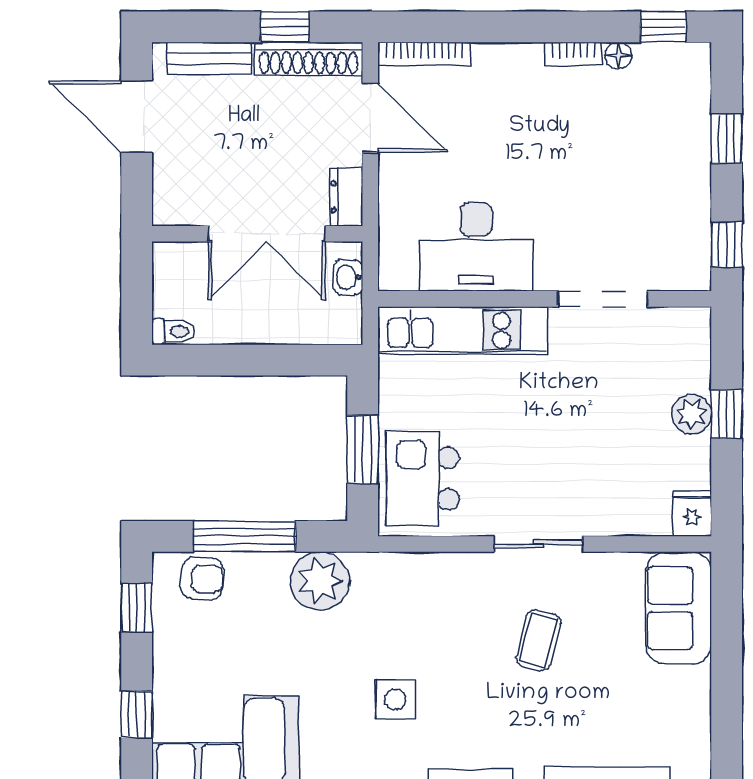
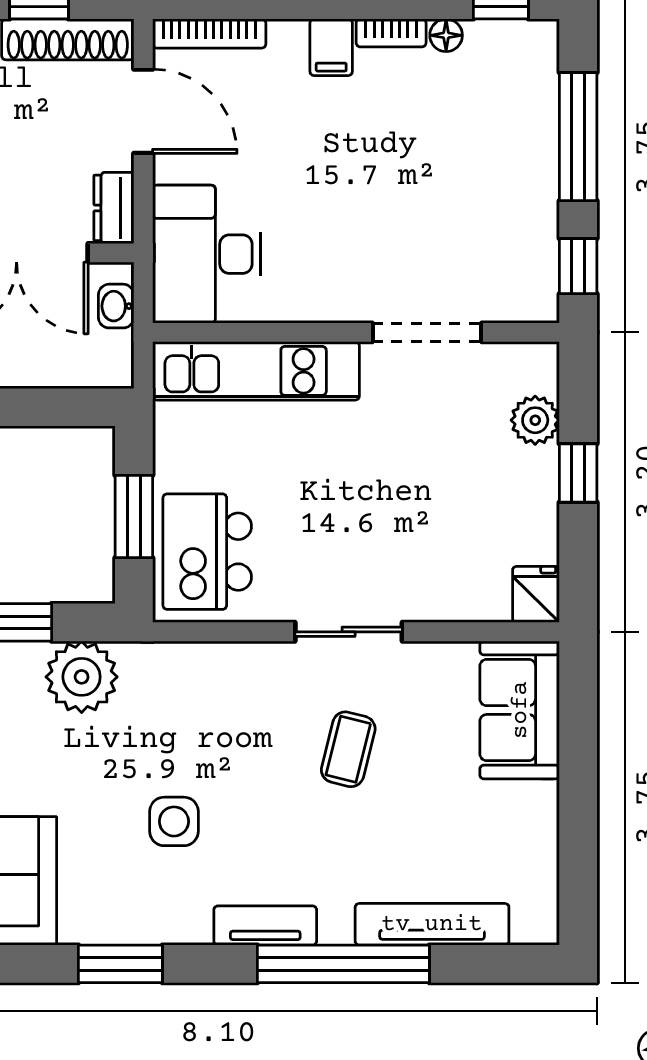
filing cabinet: (524, 65) -> (331, 47), added
window: (727, 138) -> (578, 137), width x2.17
desk: (476, 247) -> (207, 254), moved, turned 90
plant: (691, 414) -> (535, 420), moved

